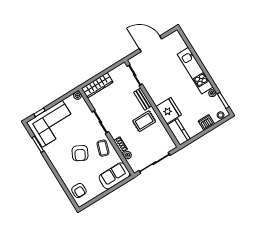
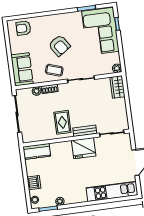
kitchen unit: (195, 71) -> (112, 191), moved
wardrobe: (97, 85) -> (117, 87), width x0.67
fridge: (169, 111) -> (84, 148), moved
armchair: (80, 153) -> (59, 46), turned -152

